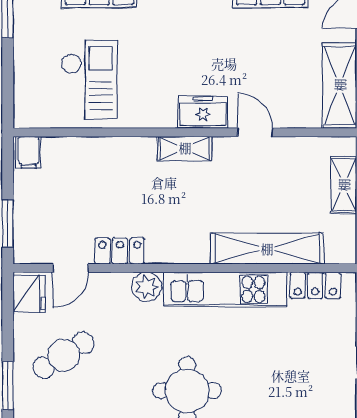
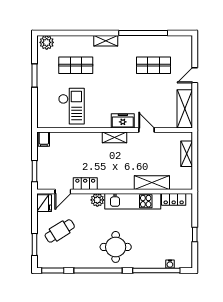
shelving: (267, 249) -> (152, 183), width x0.68

